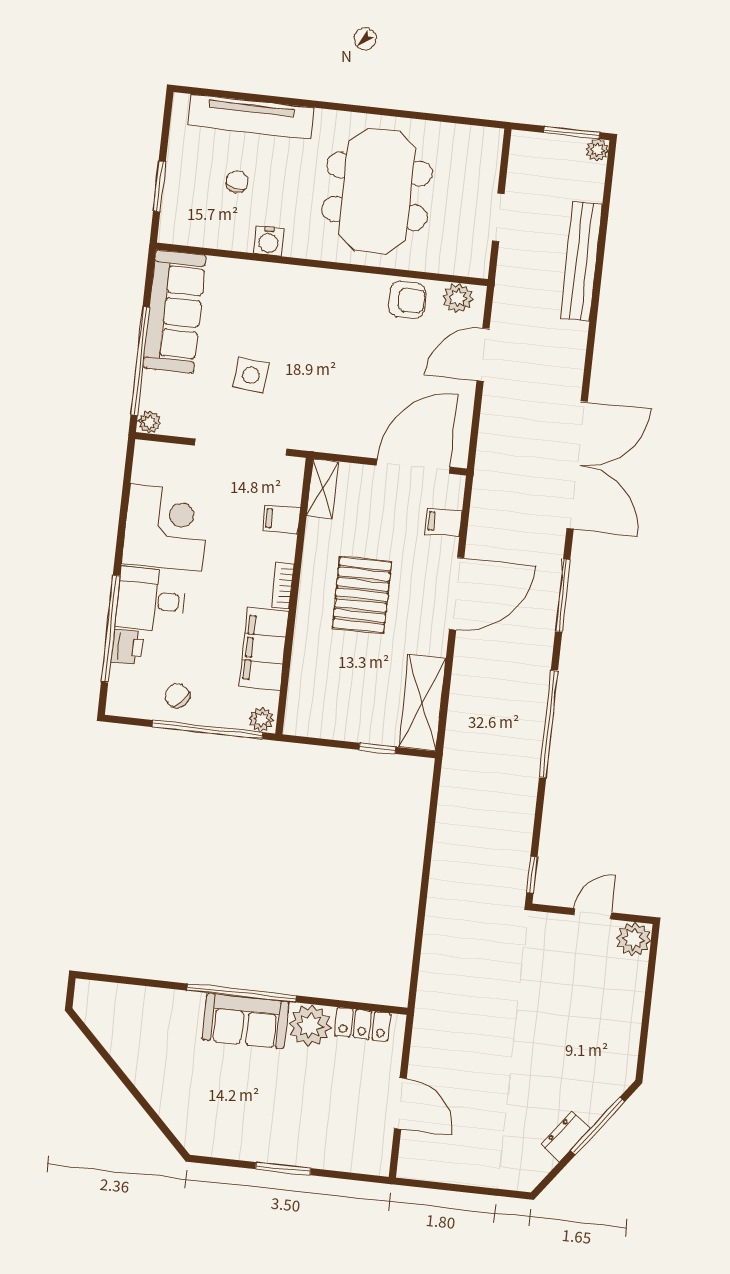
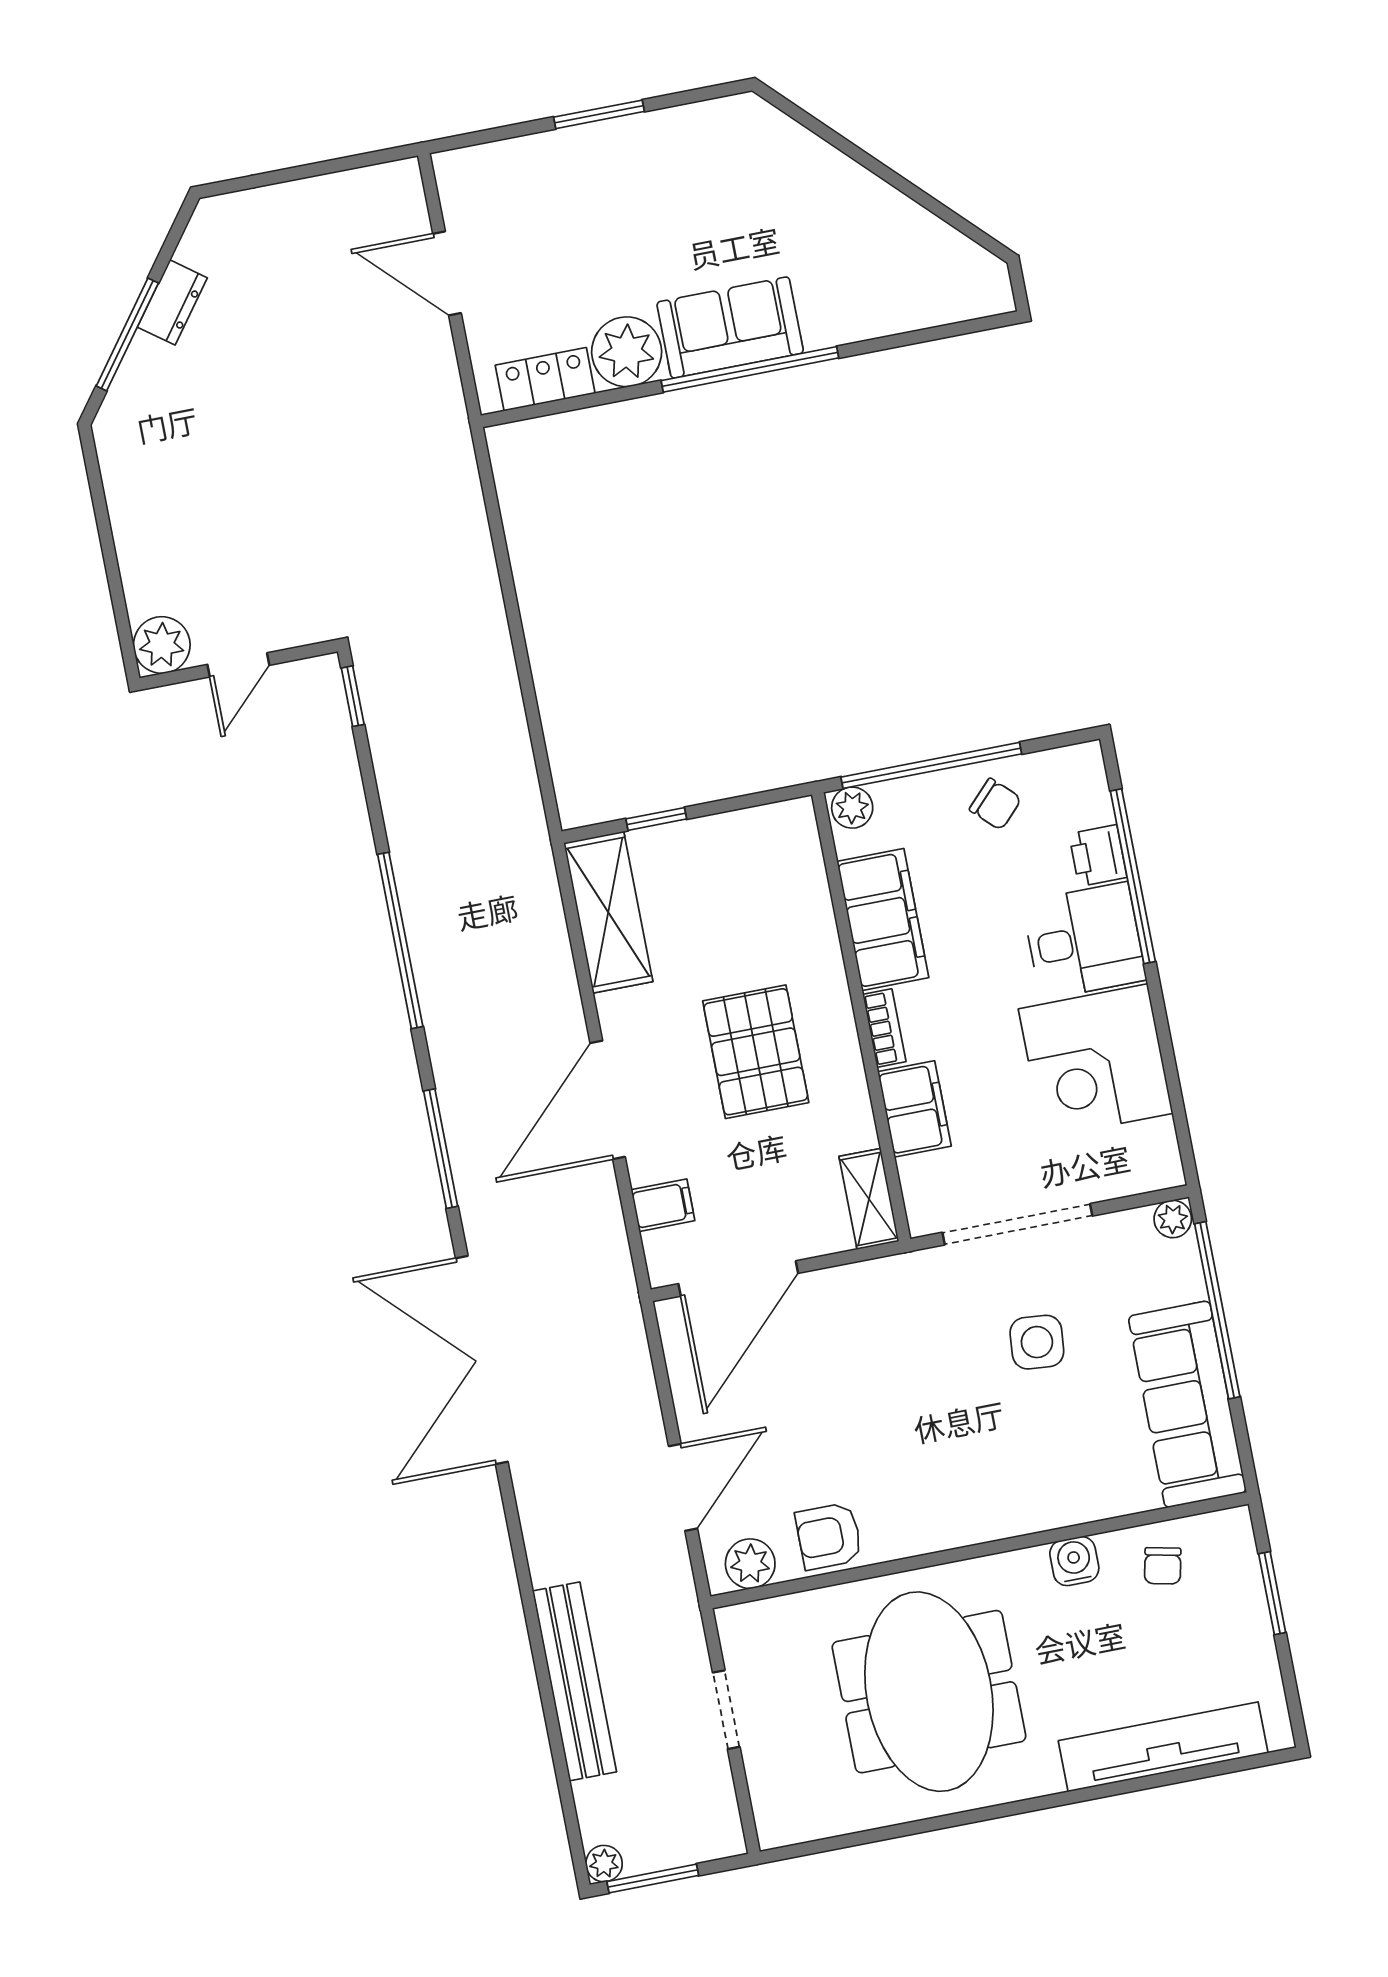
chair: (237, 182) -> (1163, 1566), moved
filing cabinet: (281, 520) -> (914, 1109), width x2.00

